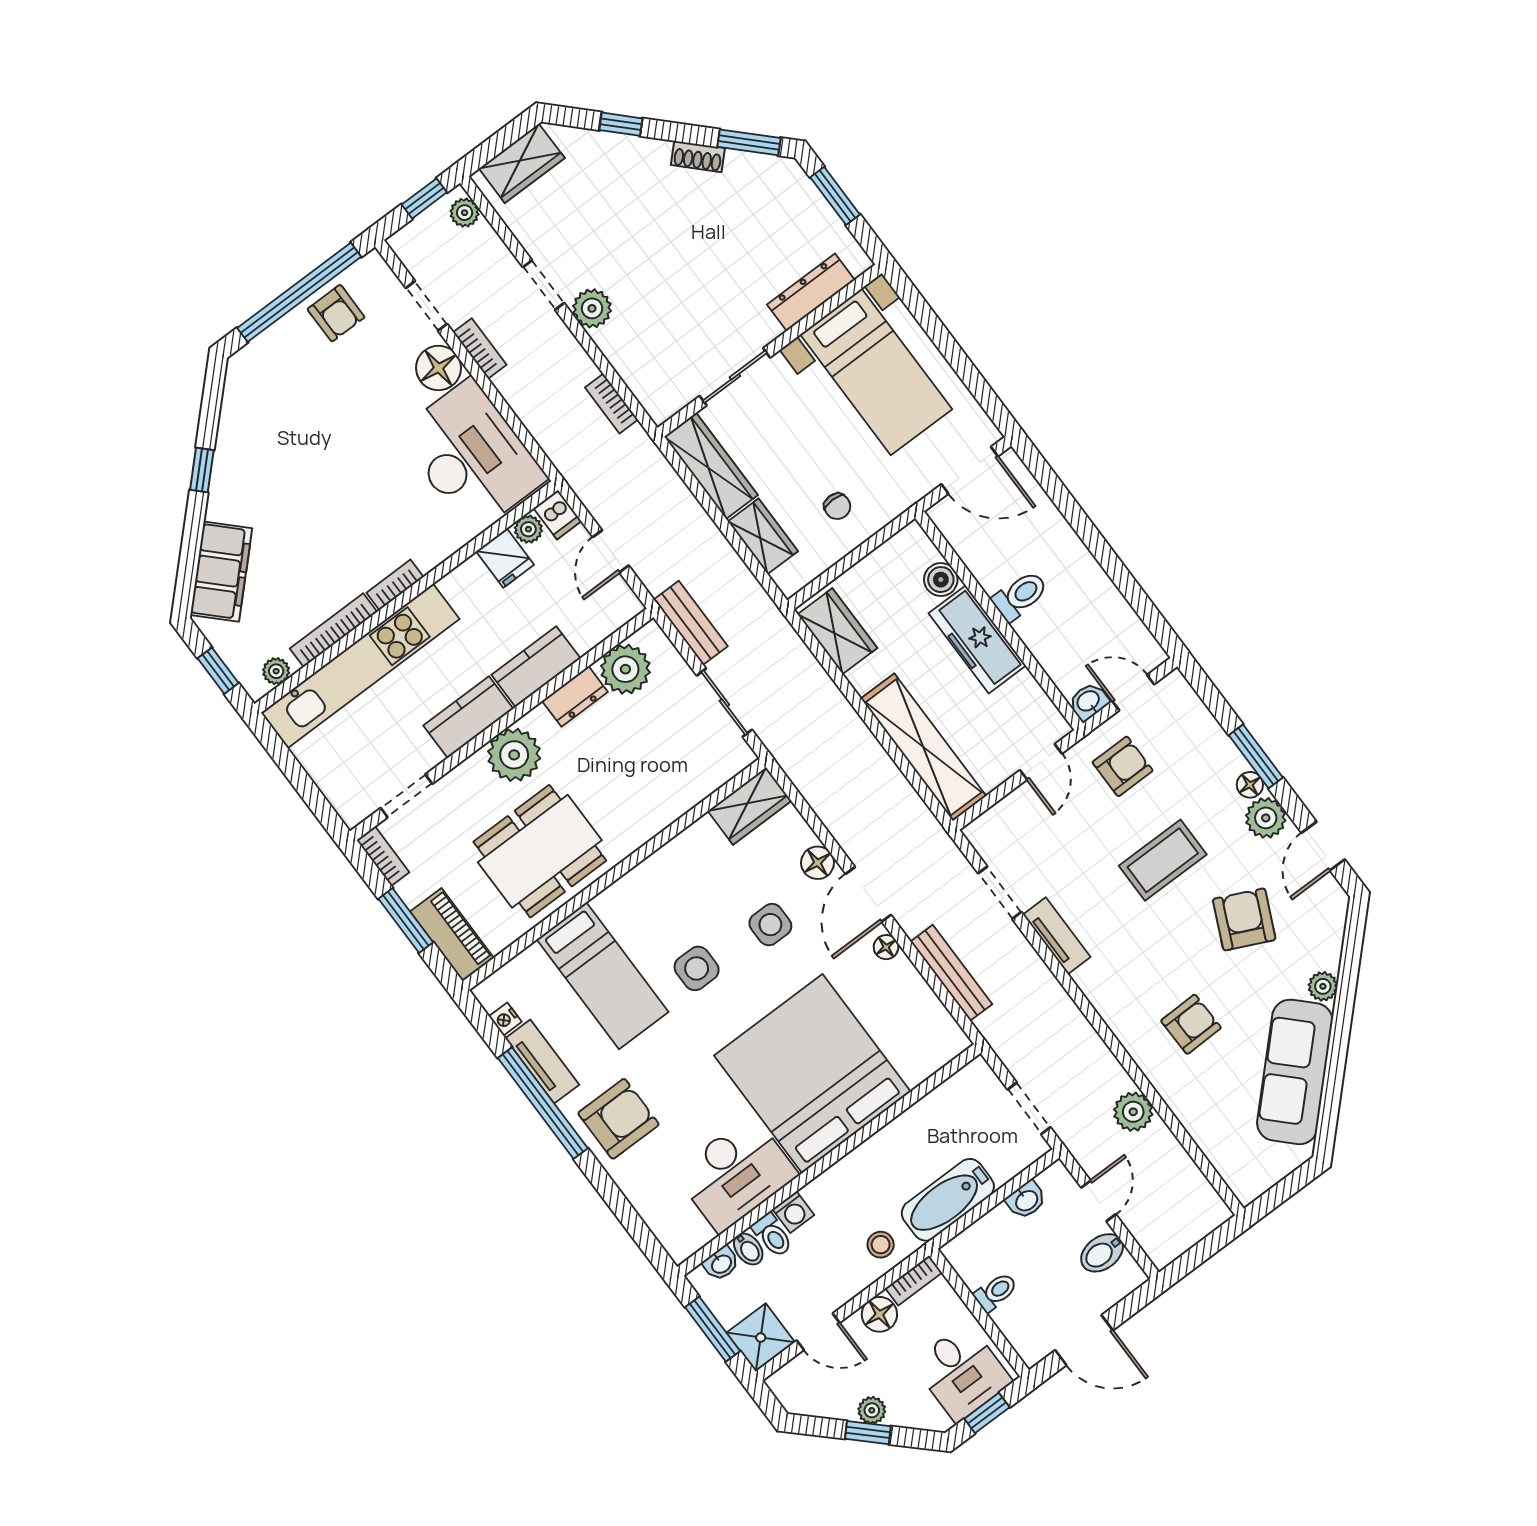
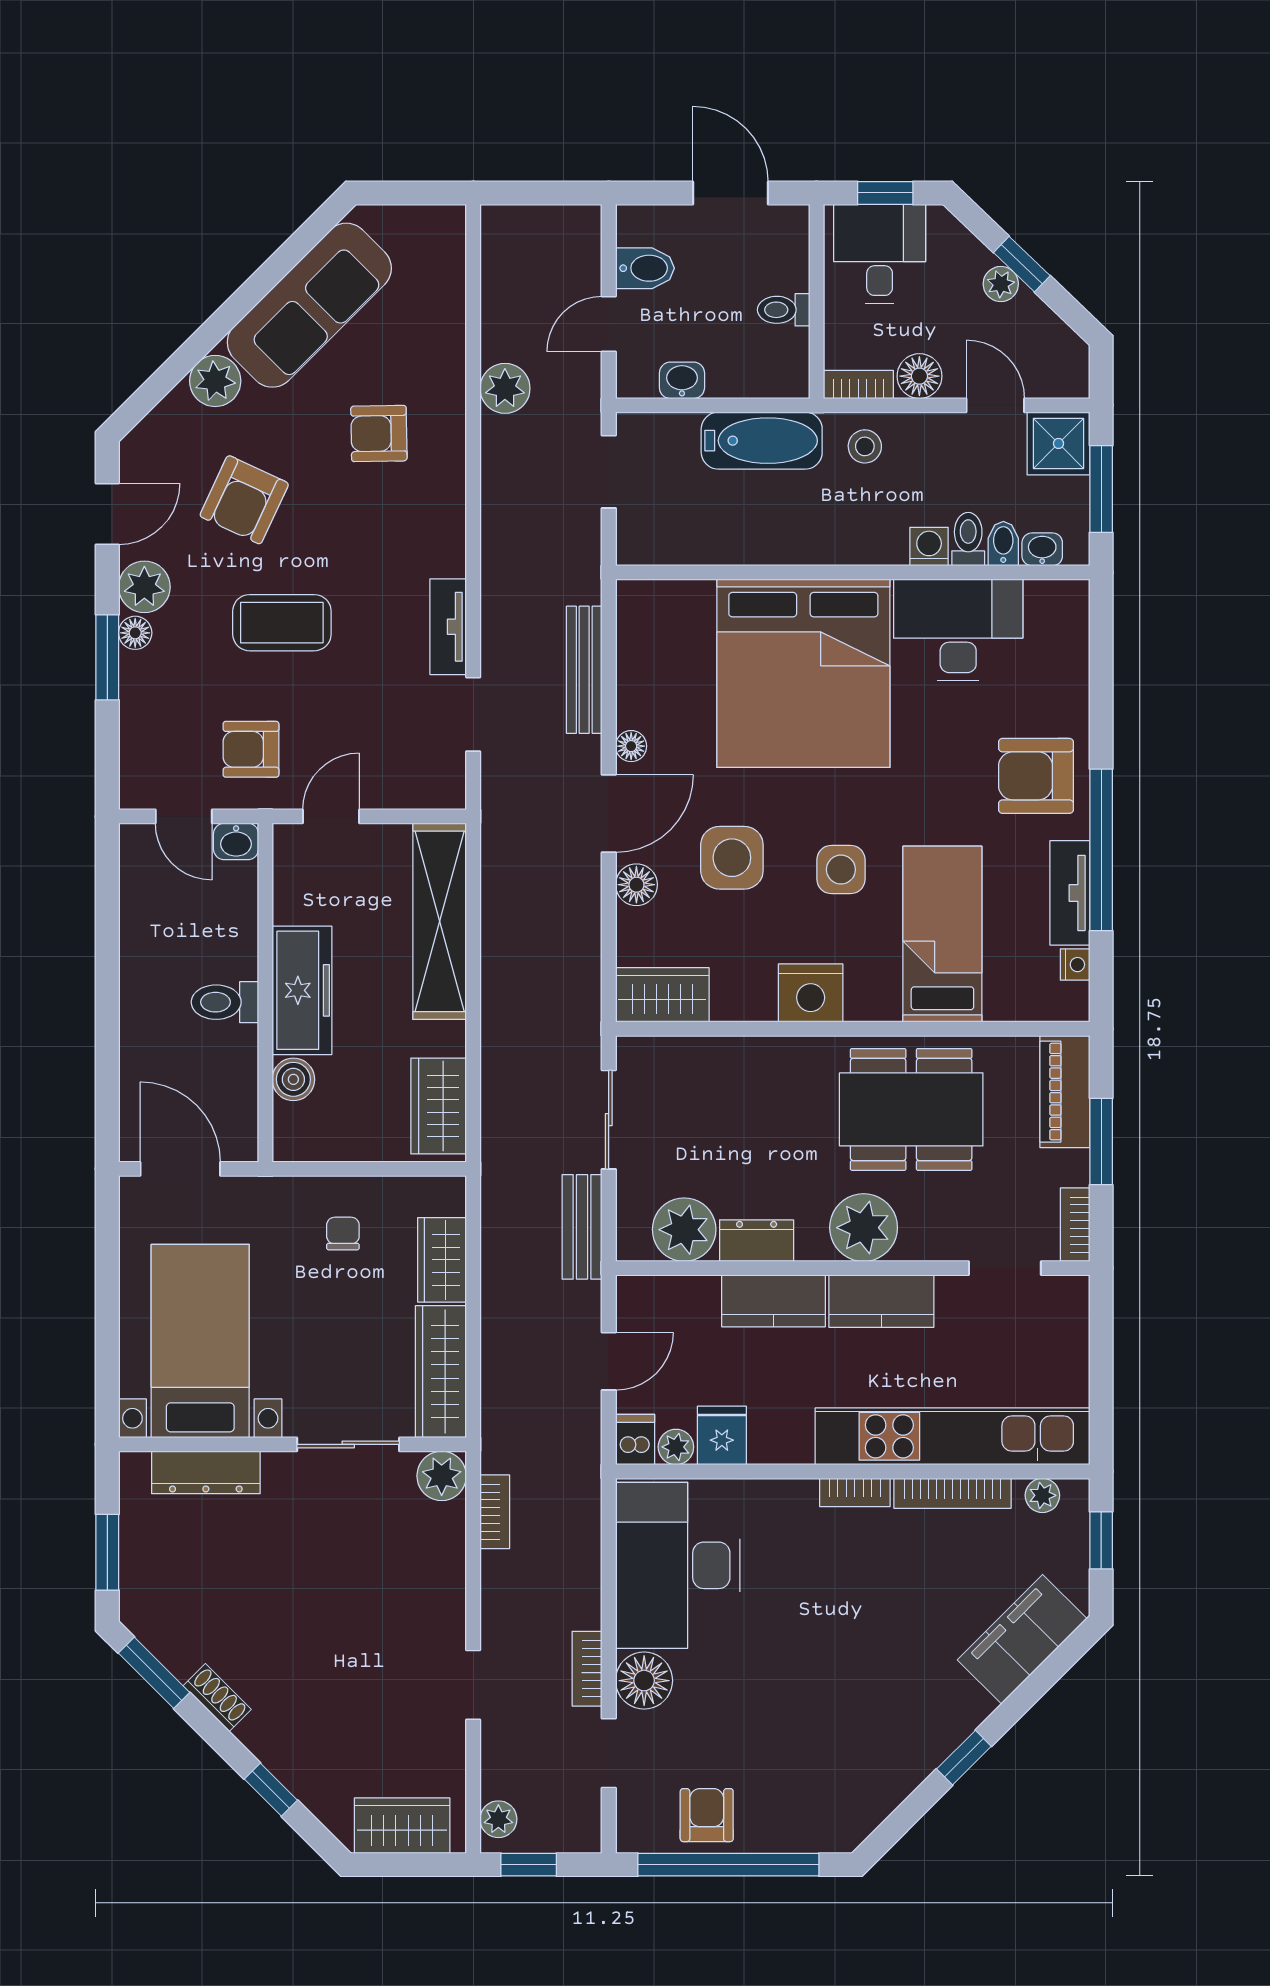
plant: (592, 308) -> (442, 1476), moved
nightstand: (658, 877) -> (811, 993), added
side table: (770, 925) -> (732, 858), width x1.37, depth x1.37
plant: (1323, 986) -> (215, 381), width x1.38, depth x1.38

